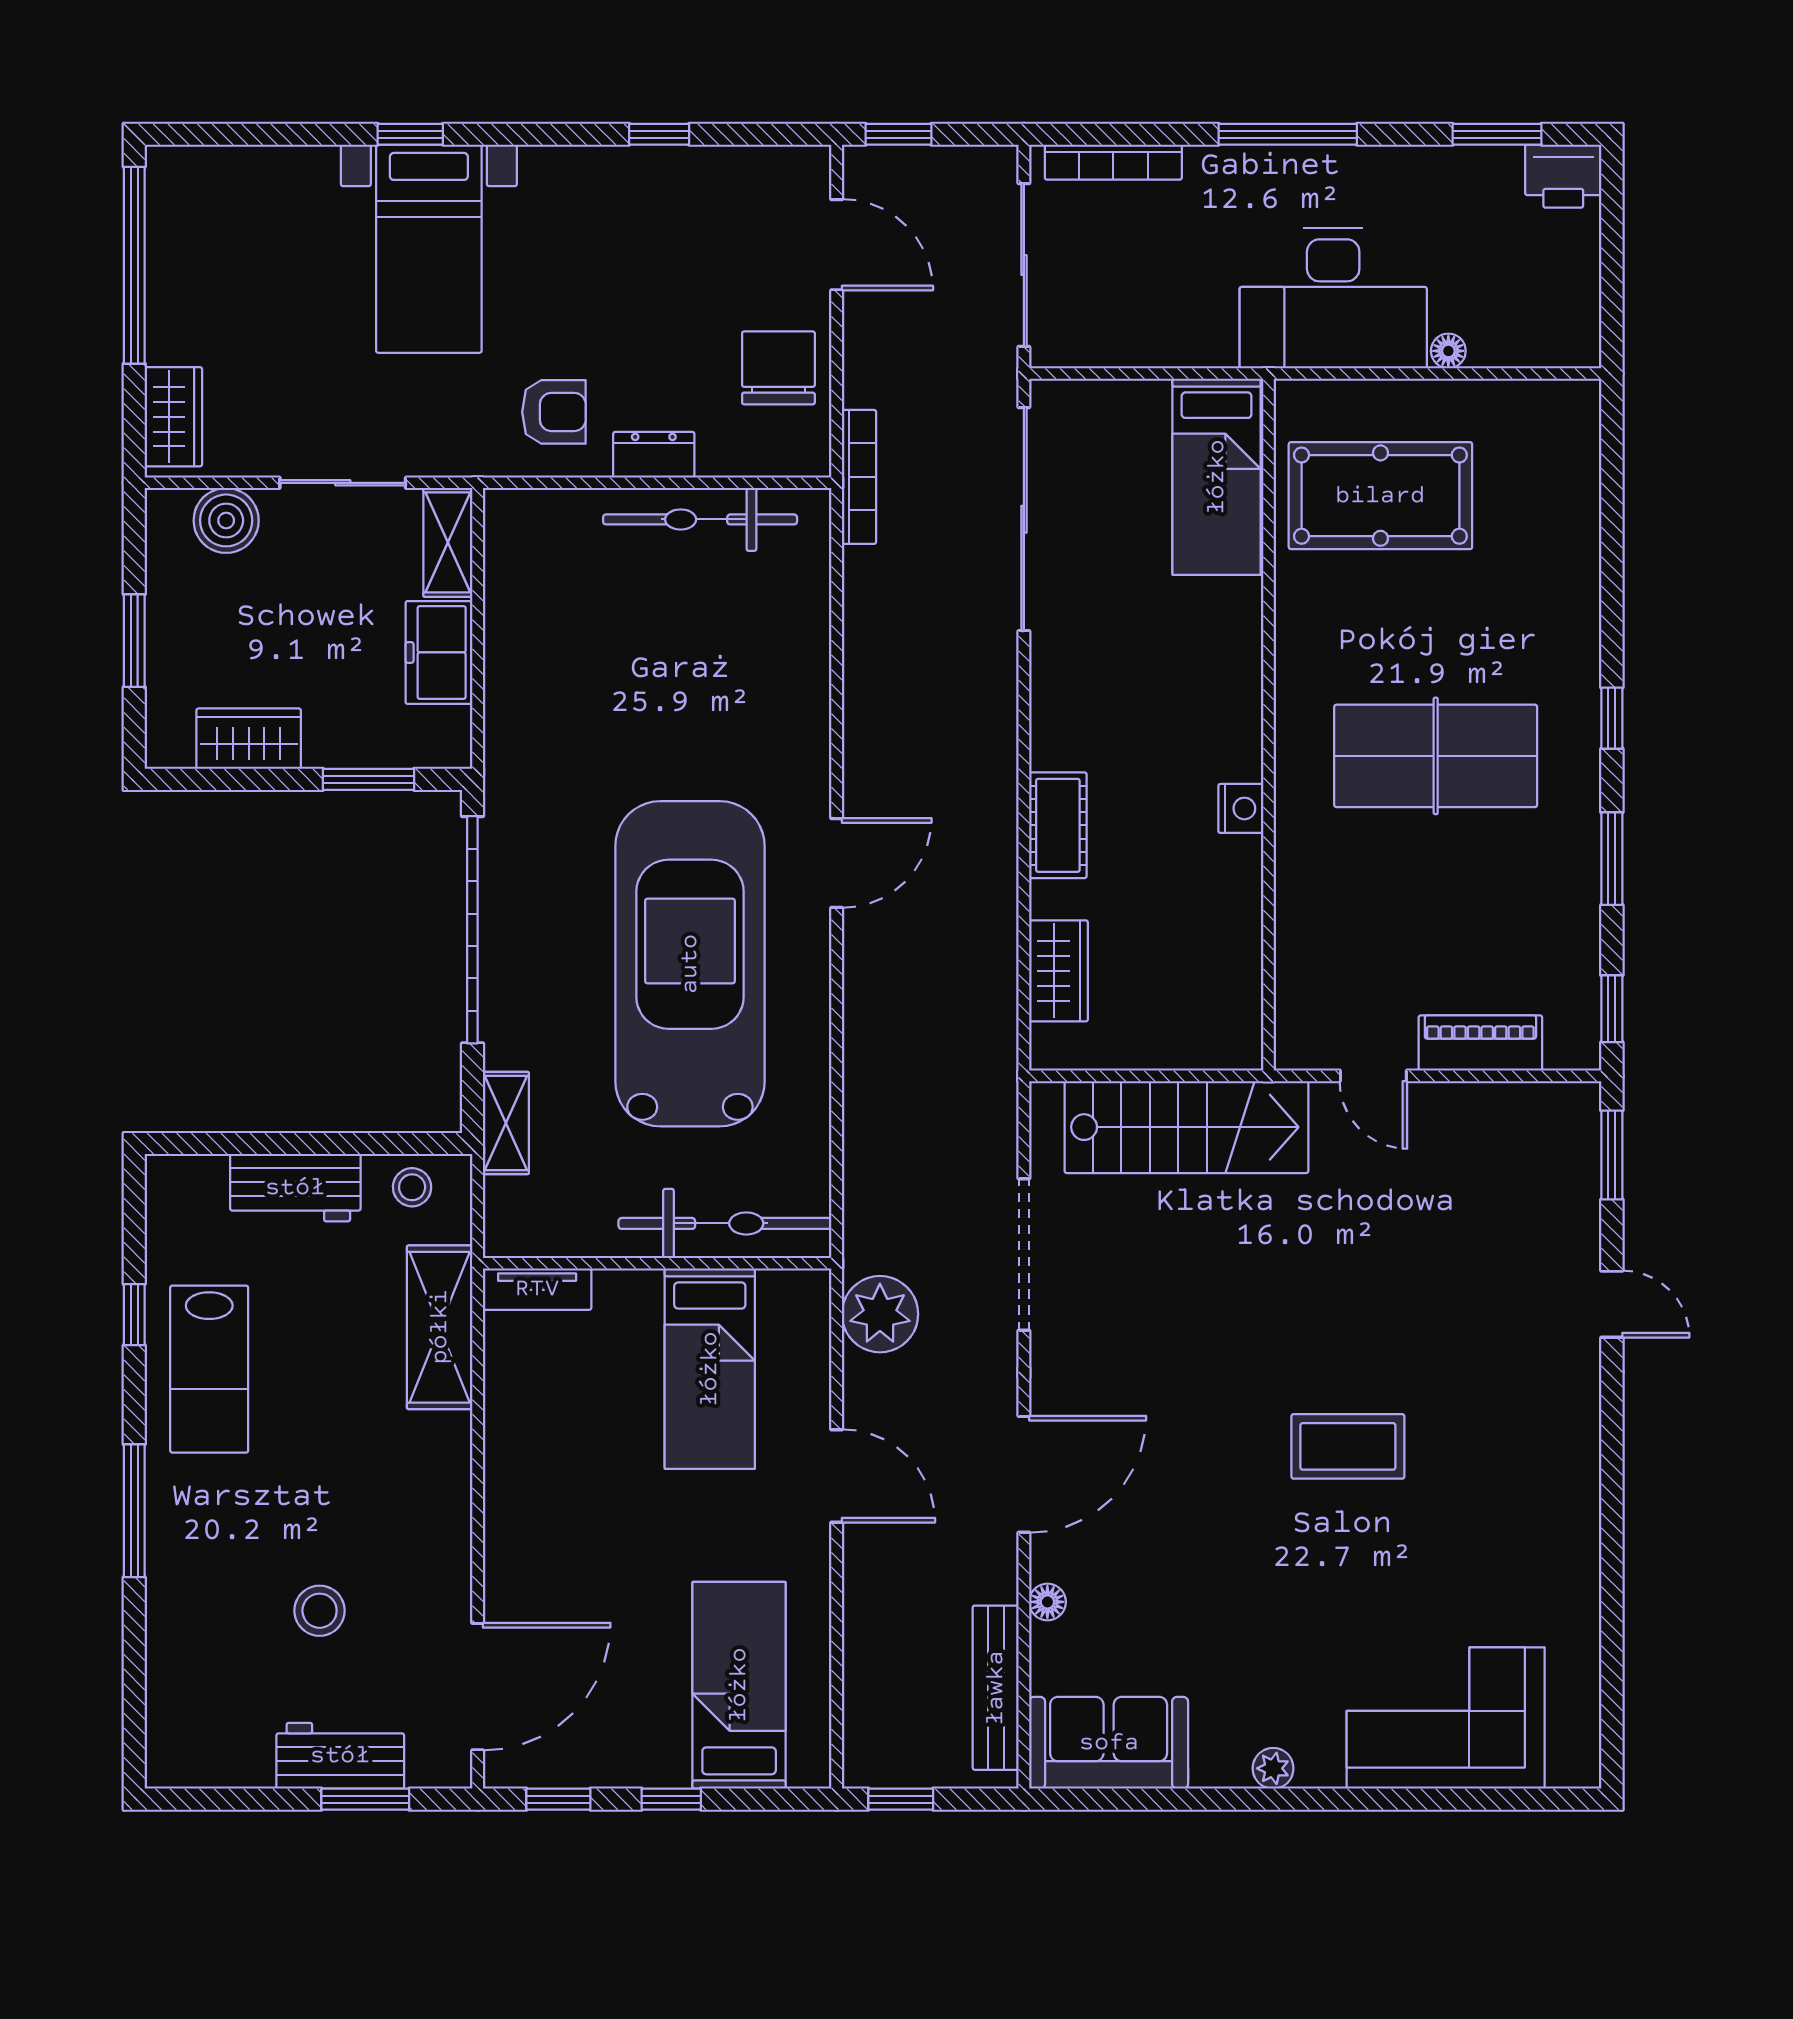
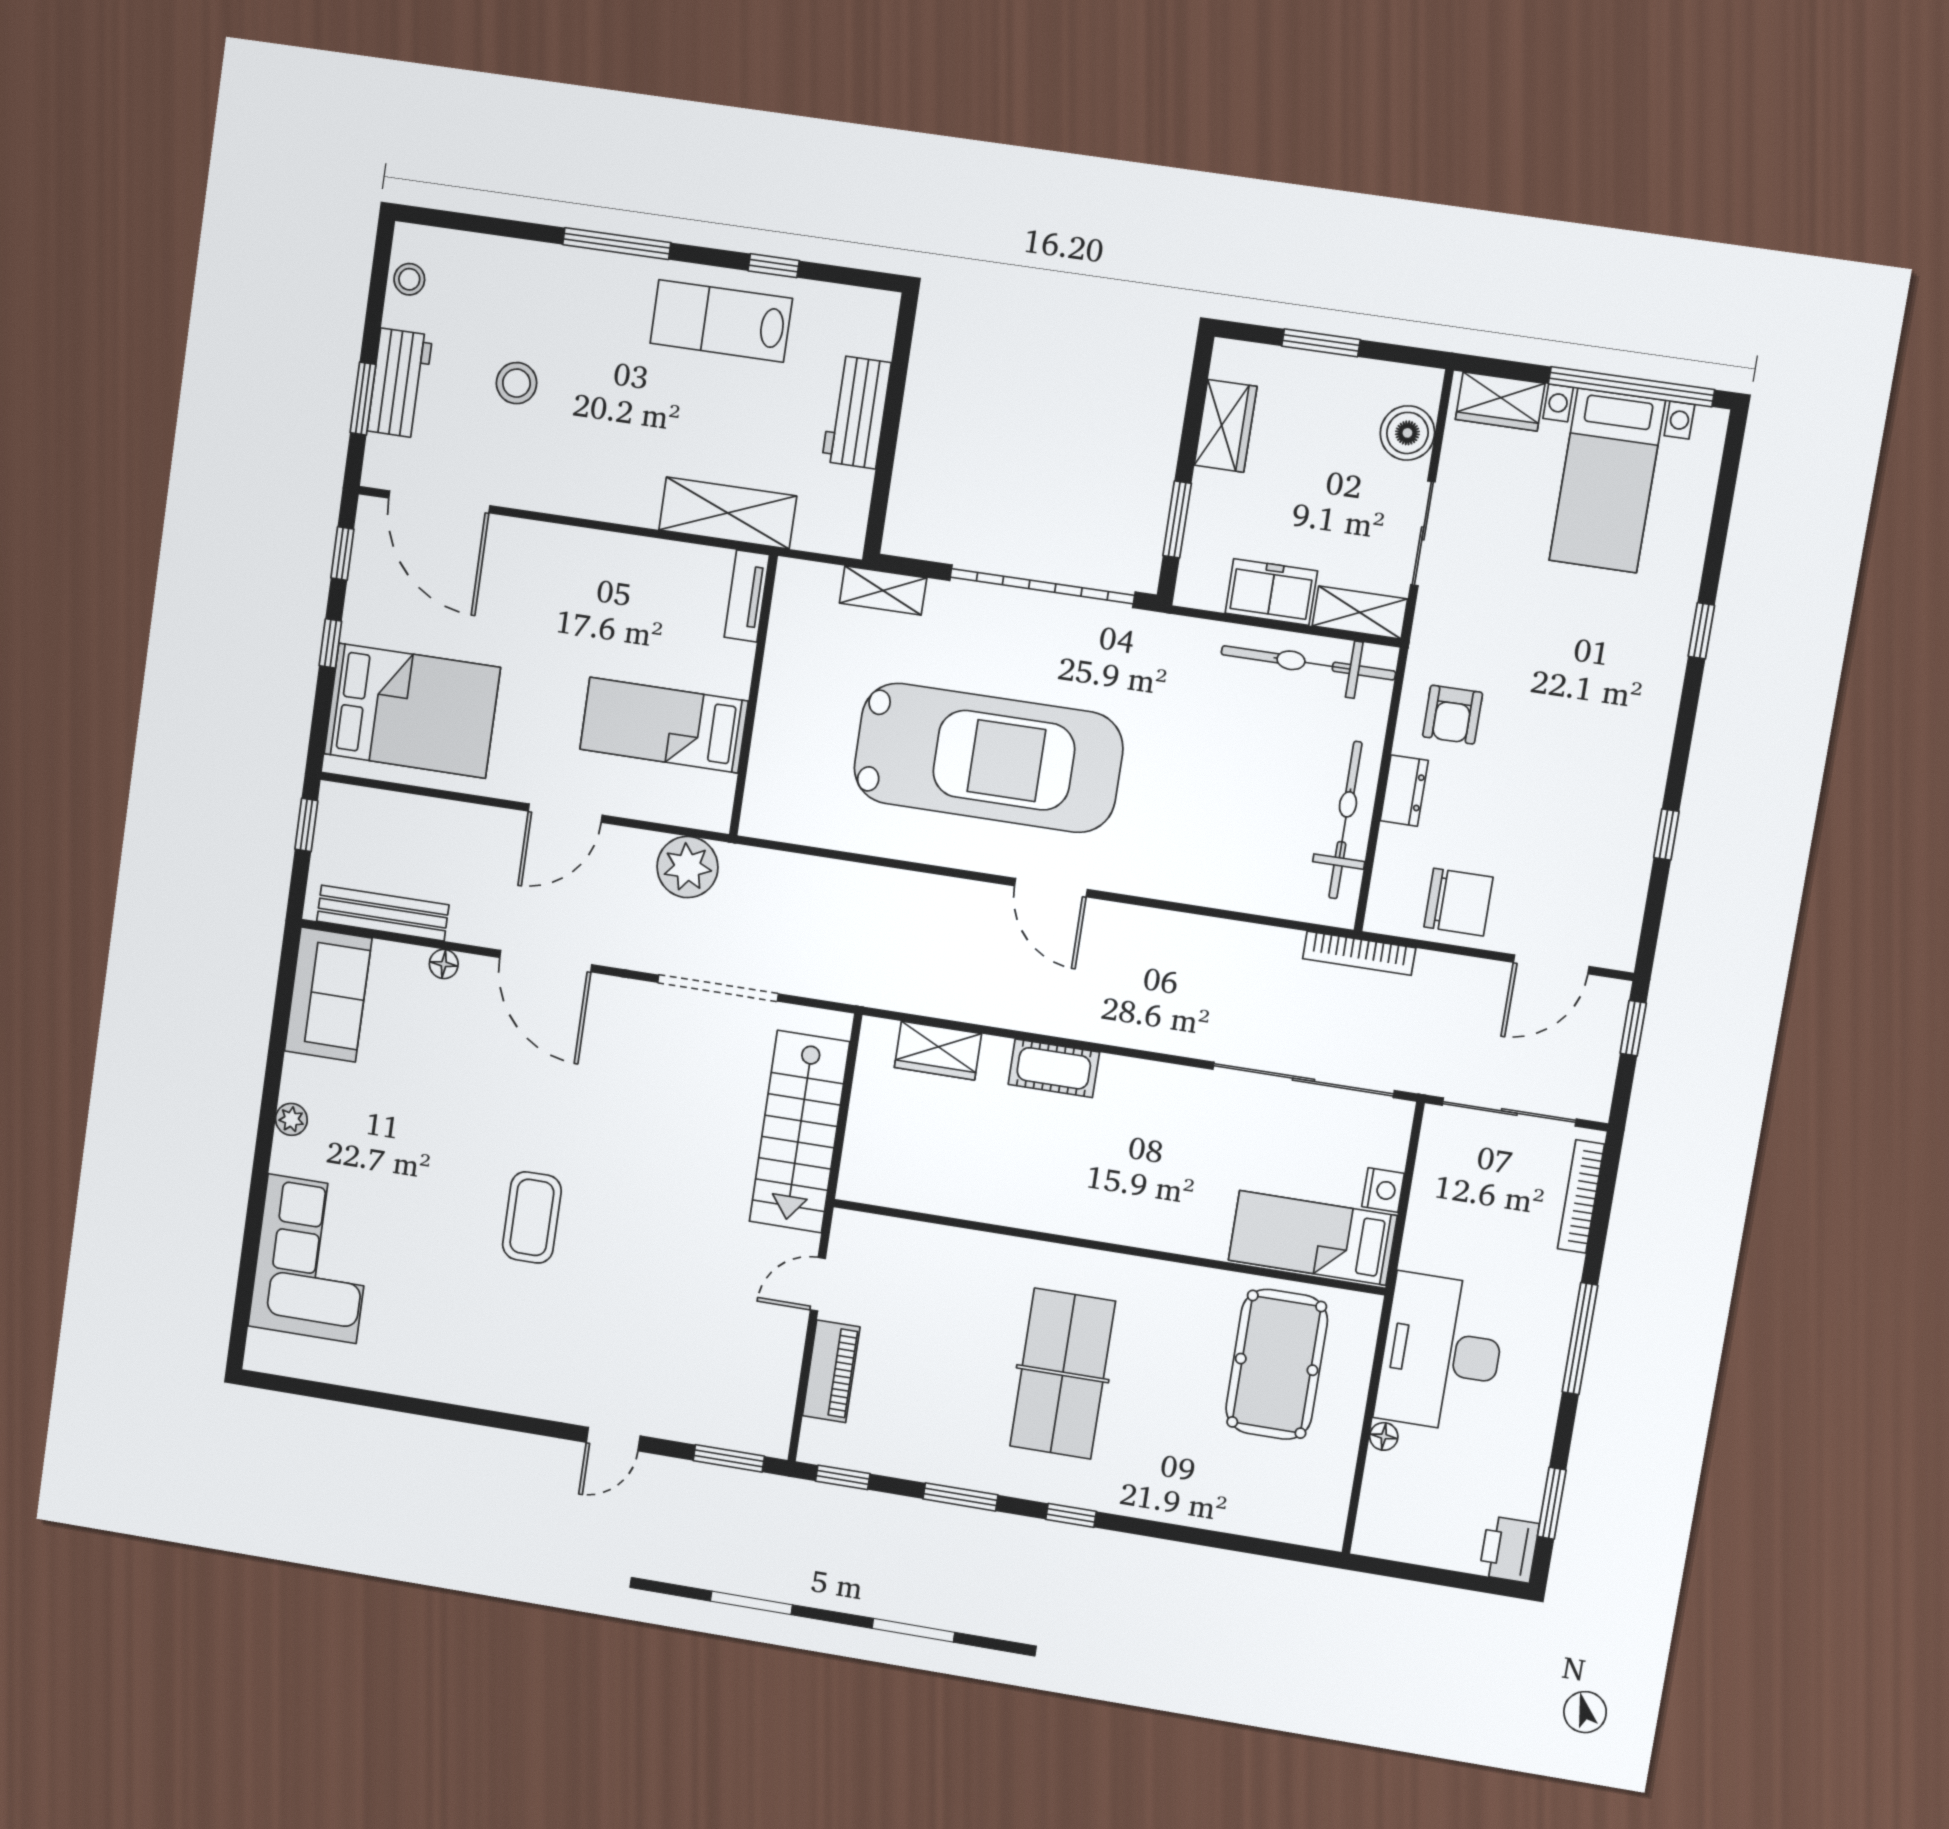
bed with nightstands: (429, 249) -> (1607, 481), moved, turned -90
nightstand: (1241, 808) -> (1383, 1190), moved, turned -90
stool: (412, 1187) -> (409, 279), moved
bicycle: (725, 1223) -> (1308, 663), moved, turned 90
bed: (739, 1685) -> (412, 711), width x1.50

